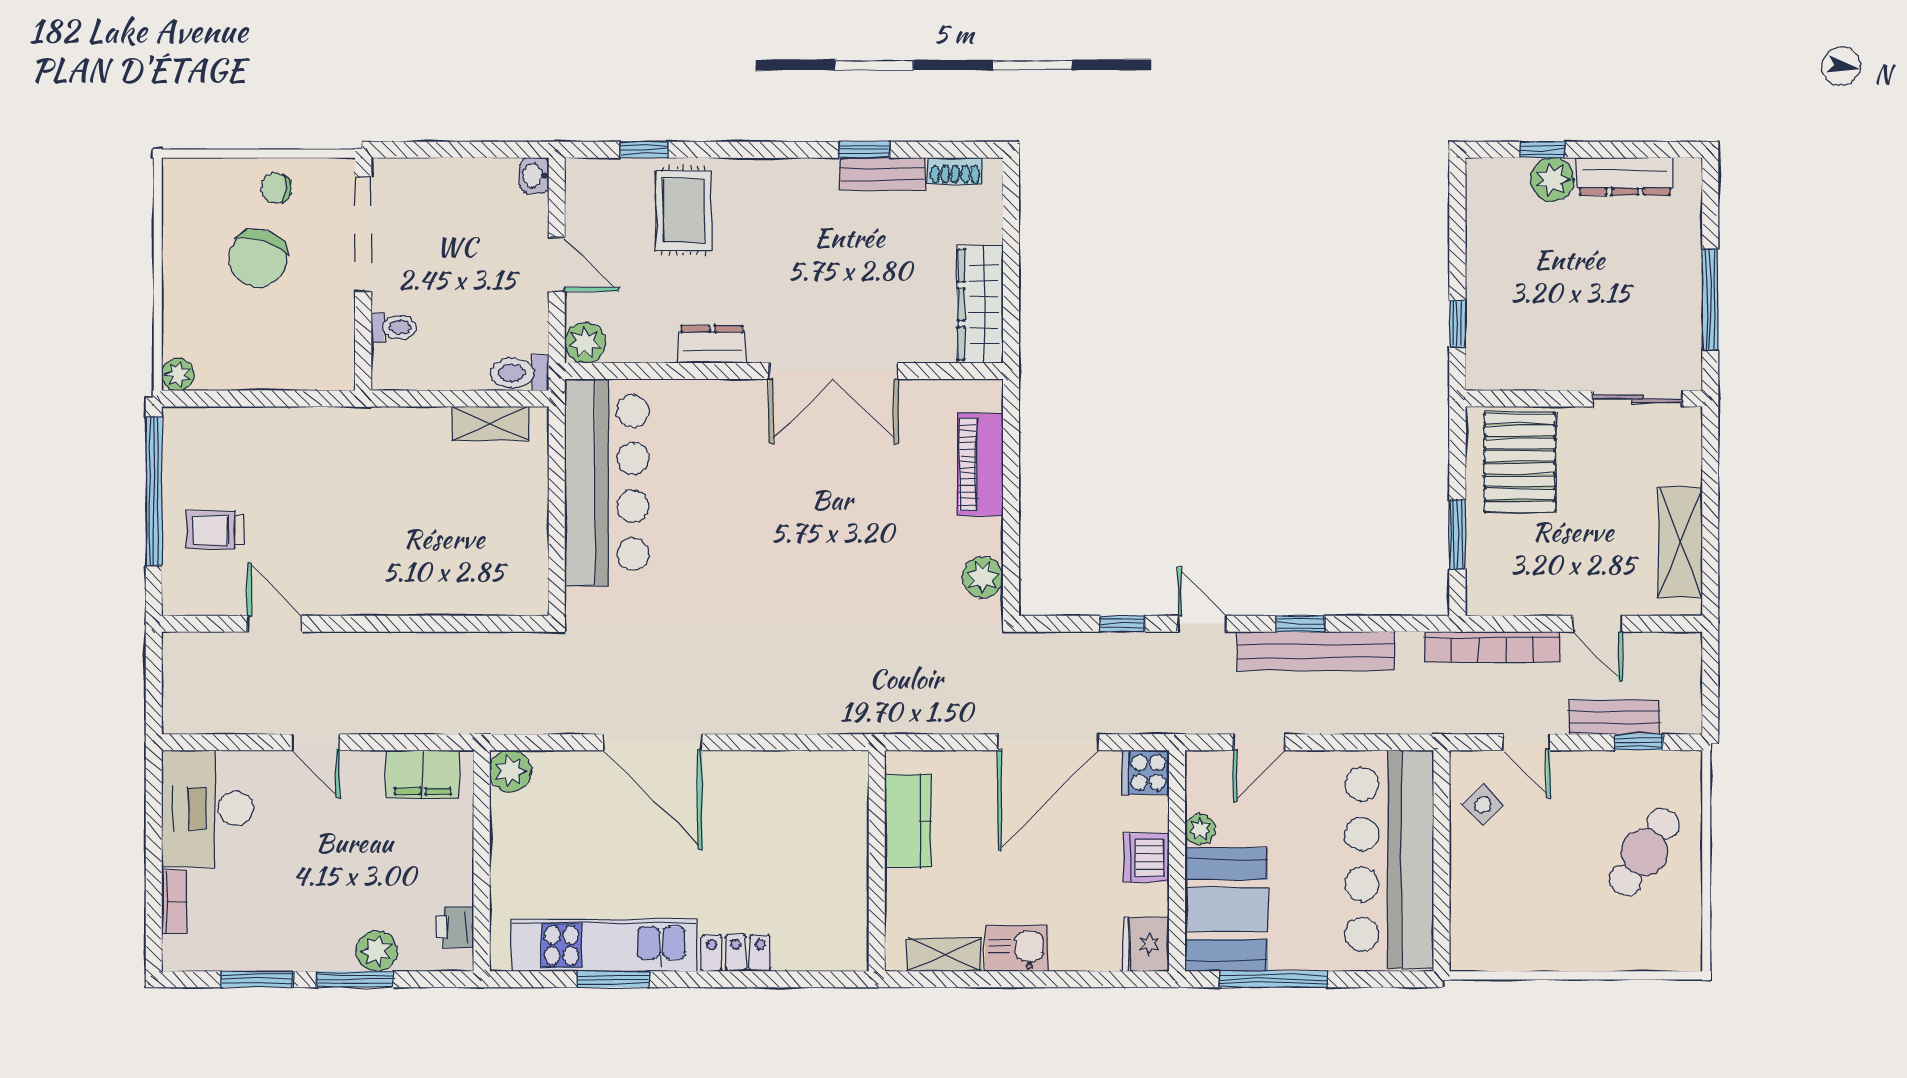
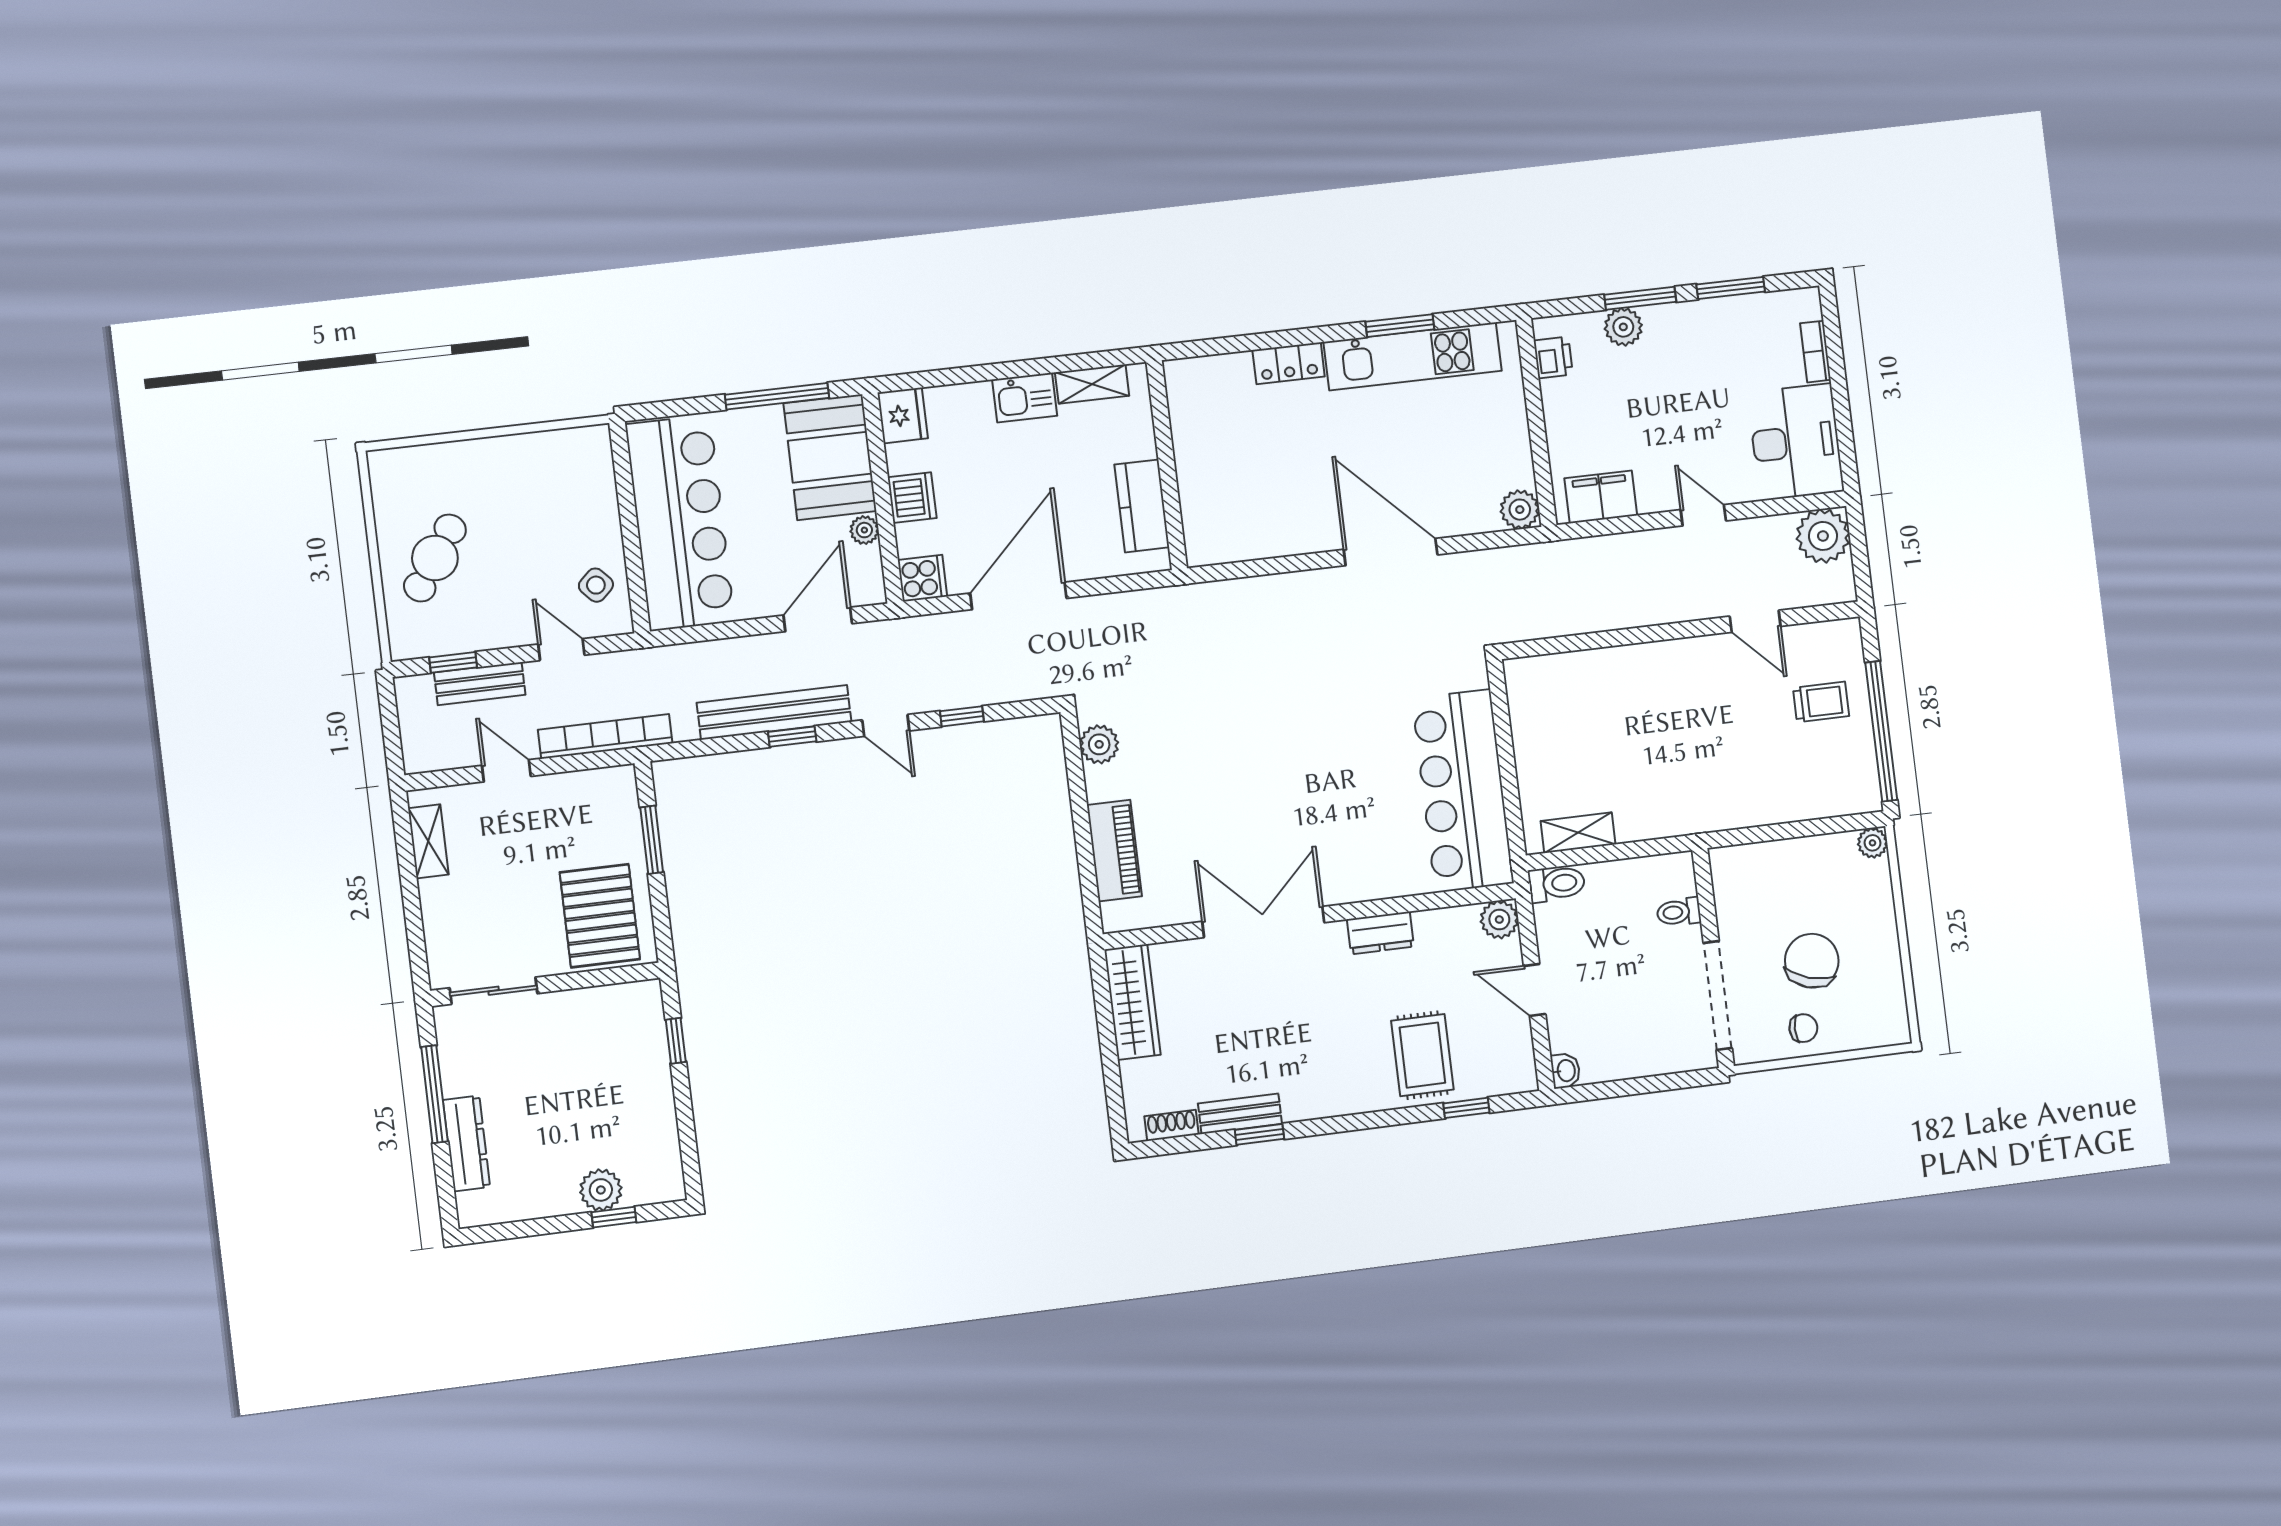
dresser: (1625, 176) -> (466, 1143), moved, turned 90
shelving: (1680, 542) -> (428, 841), width x0.67, depth x0.75
plant: (191, 705) -> (1823, 536), added
door: (1259, 742) -> (818, 619), width x1.38

